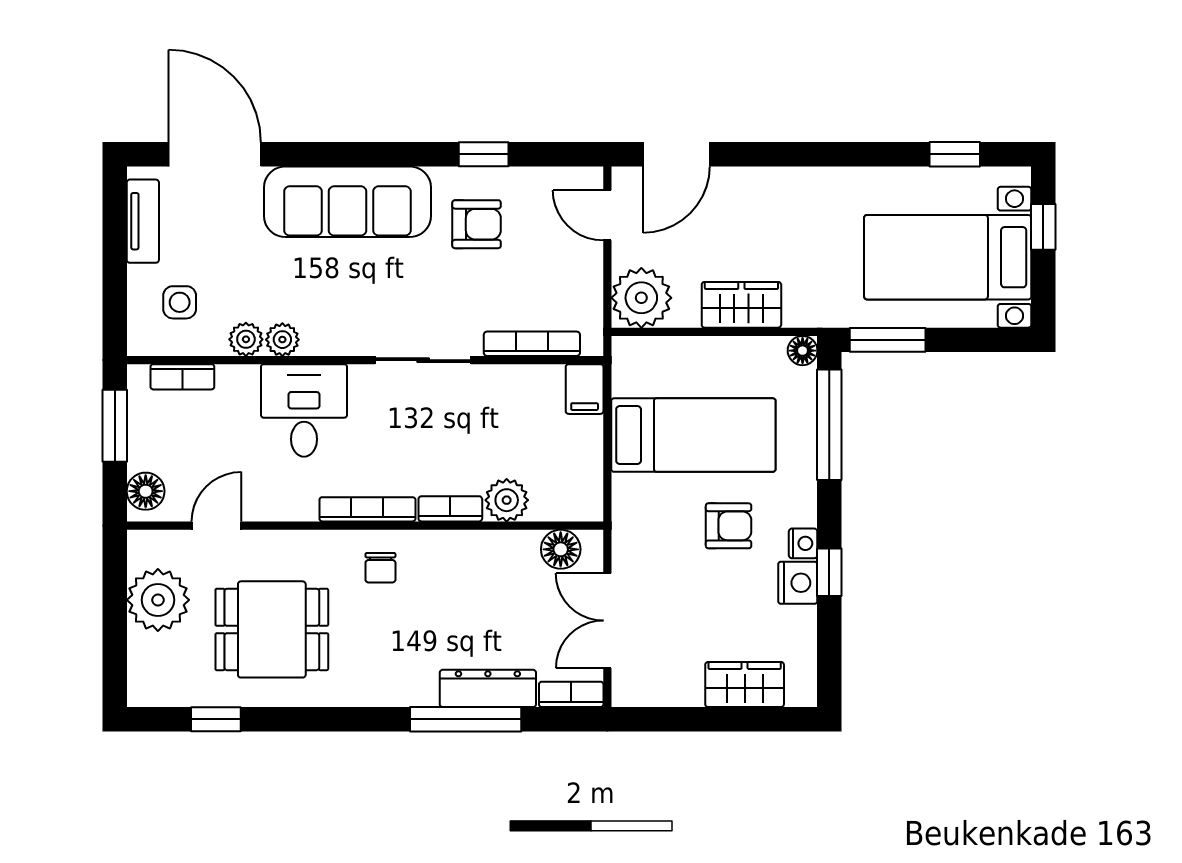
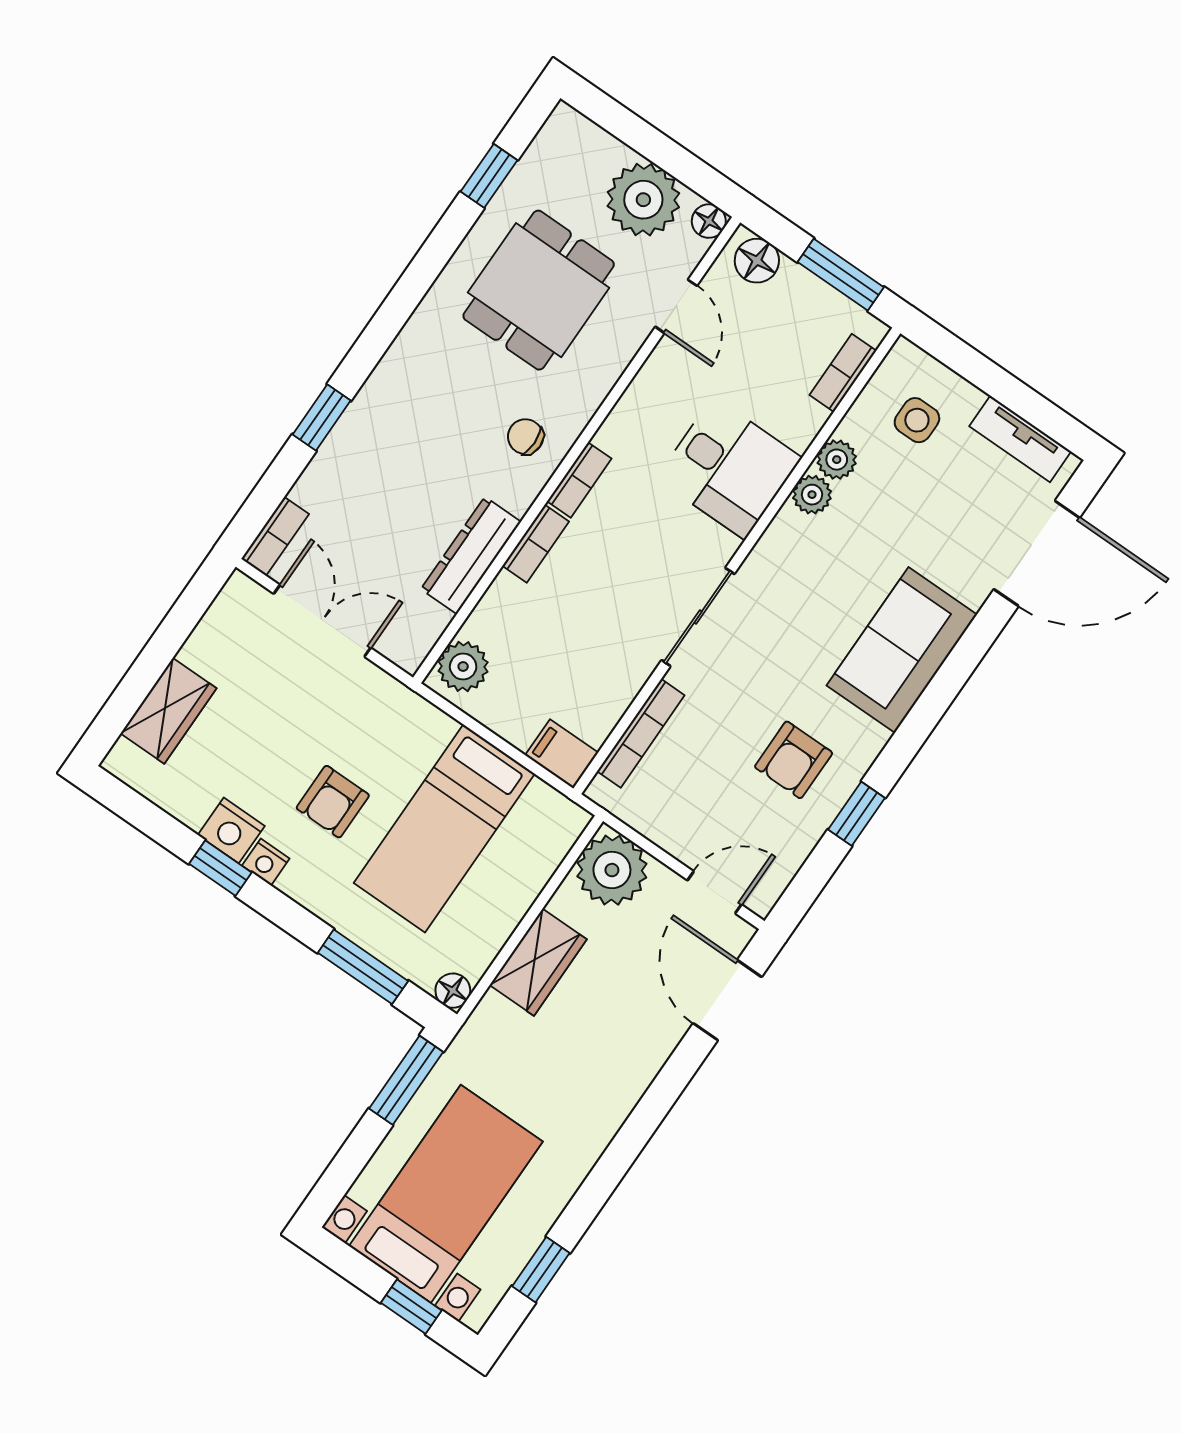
sofa: (347, 202) -> (902, 650), width x0.73
window: (829, 425) -> (363, 967), width x0.69
plant: (507, 500) -> (463, 667), moved
bookcase: (367, 509) -> (579, 480), width x0.64
floor lamp: (561, 549) -> (709, 221), moved, width x0.73, depth x0.73
dresser: (488, 688) -> (471, 555), moved, turned 180
window: (466, 719) -> (322, 417), width x0.46

